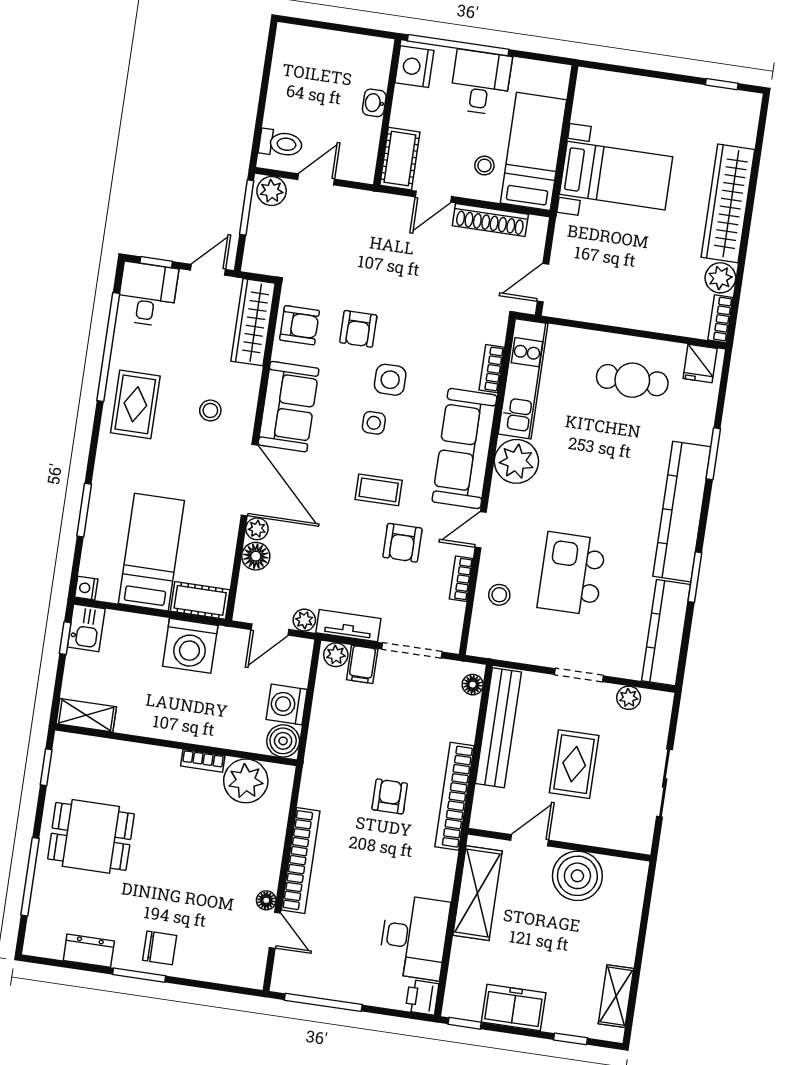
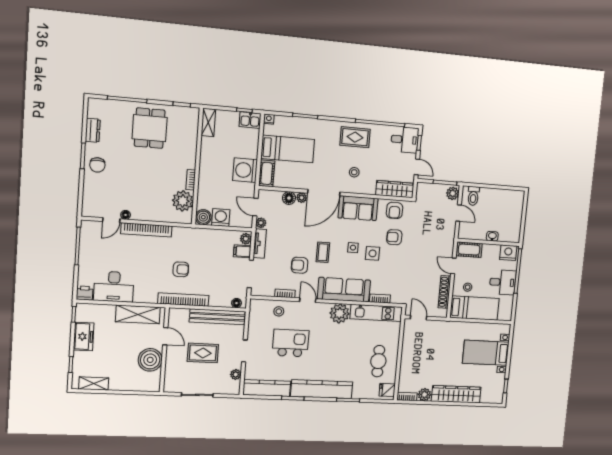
bed with nightstands: (616, 176) -> (486, 353), moved, turned 90

